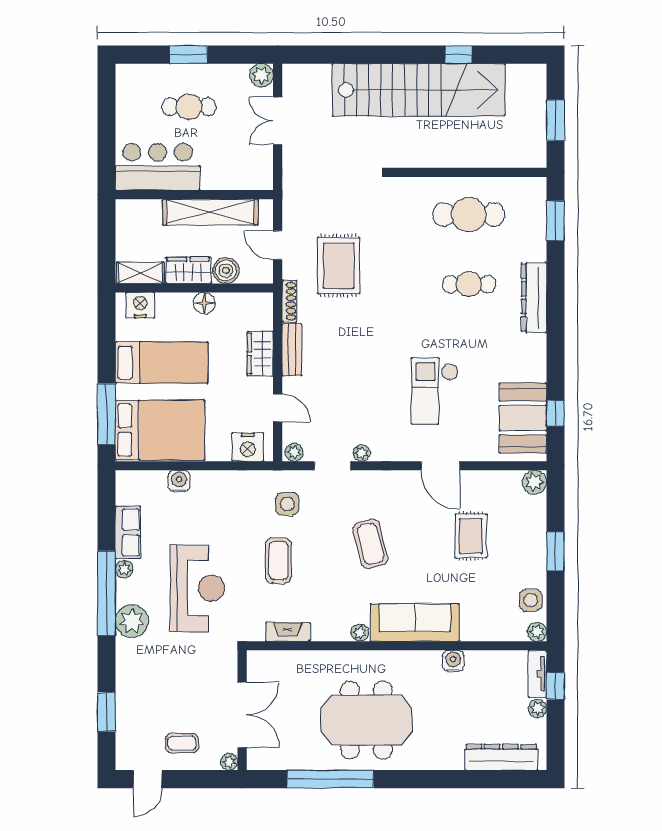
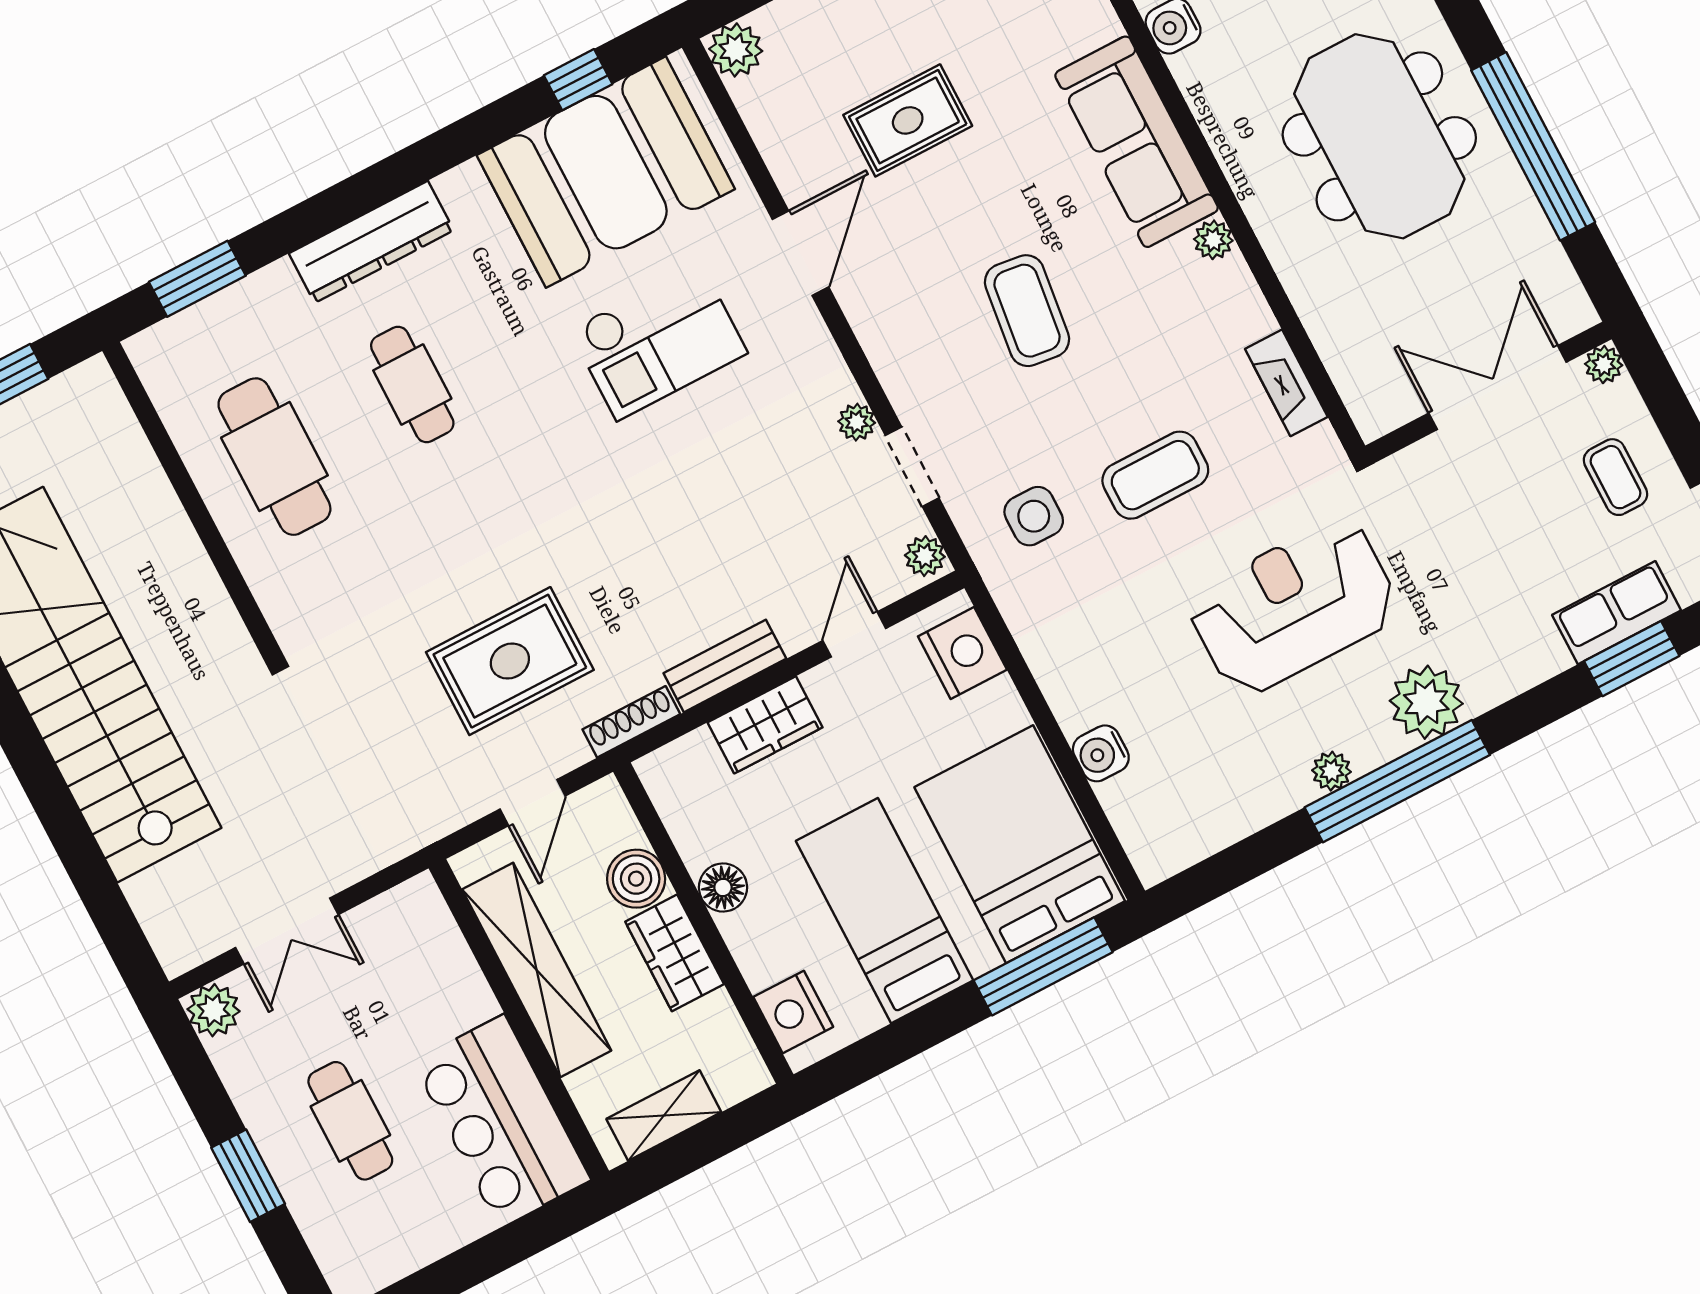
shelving: (140, 273) -> (664, 1116), moved, turned 90
booth: (523, 418) -> (606, 172), width x1.36, depth x1.42
row of seats: (128, 532) -> (1617, 613), moved
coffee table: (370, 544) -> (1027, 311), turned -69

